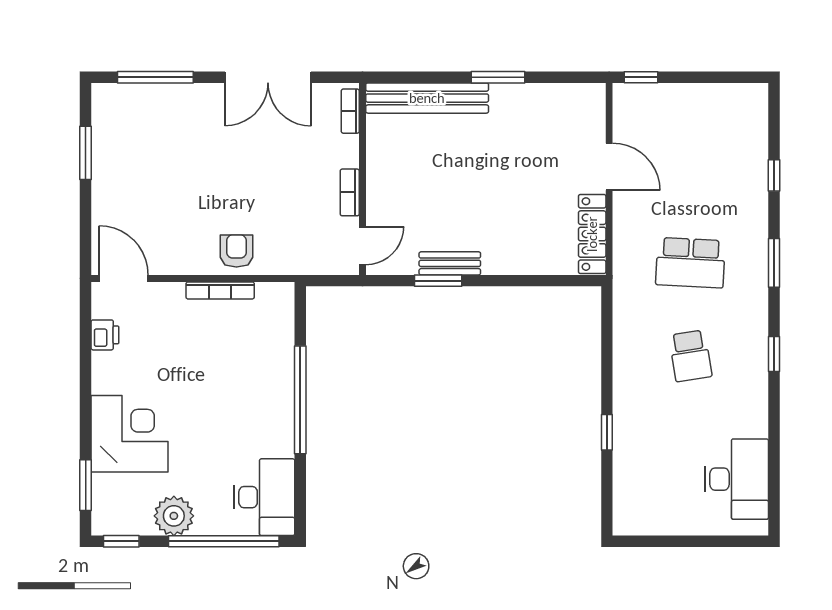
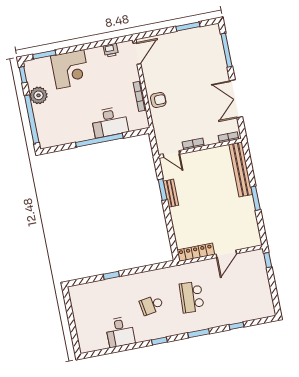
desk: (737, 479) -> (120, 332), moved, width x0.73
desk: (264, 497) -> (110, 122), moved

